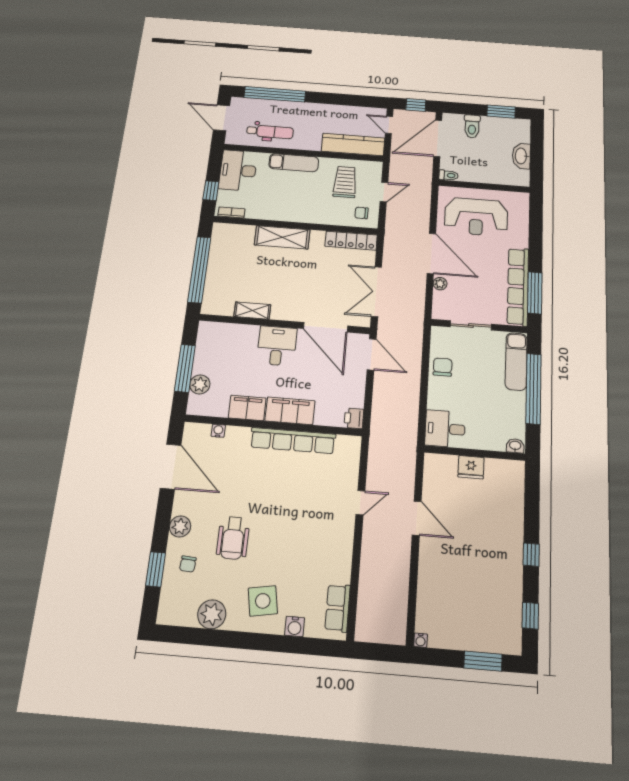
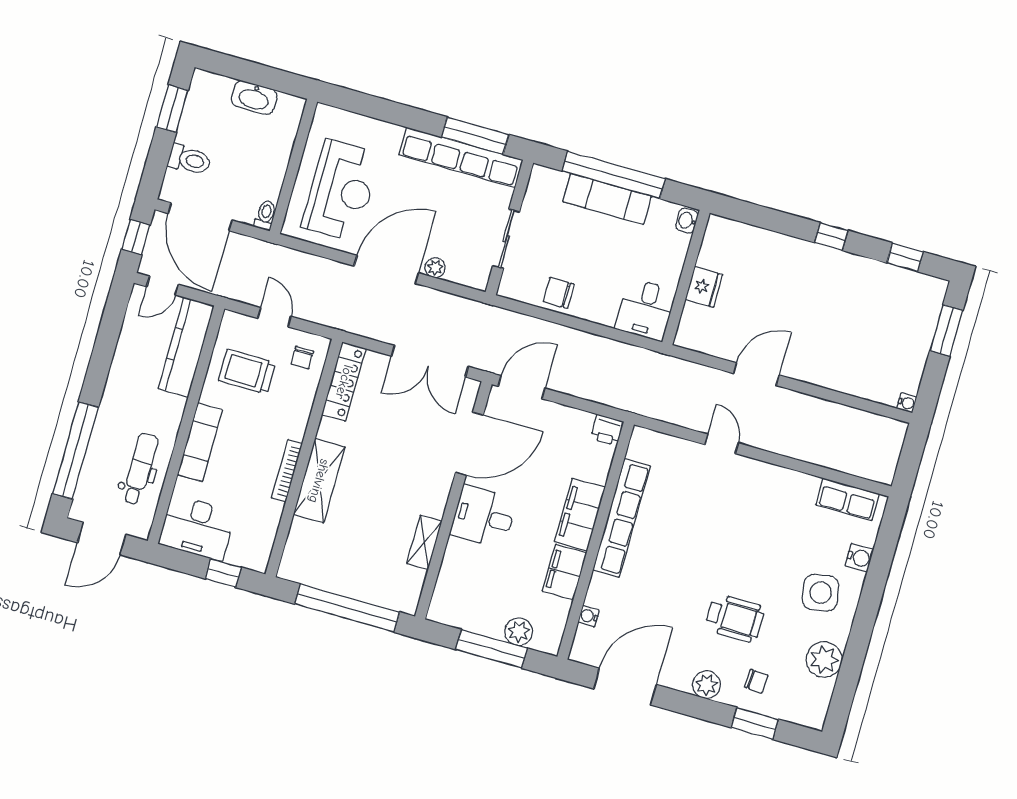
bookcase: (231, 212) -> (287, 471), moved, width x1.56
exam couch: (516, 361) -> (607, 199), moved

